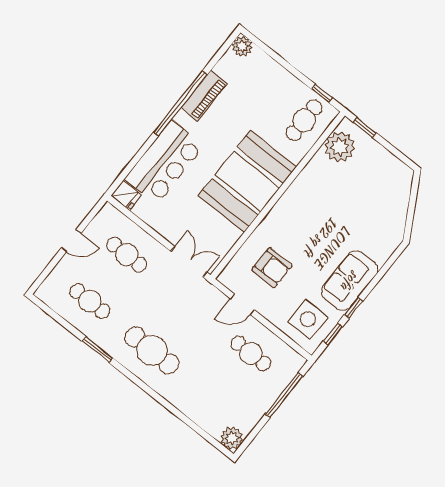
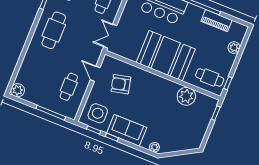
plant: (242, 46) -> (234, 48), moved
piano: (204, 96) -> (217, 21), moved
plant: (340, 147) -> (186, 96), moved
plant: (390, 244) -> (154, 147), added
double door: (189, 262) -> (110, 36), swing flipped
armchair: (272, 268) -> (121, 84), turned 77

